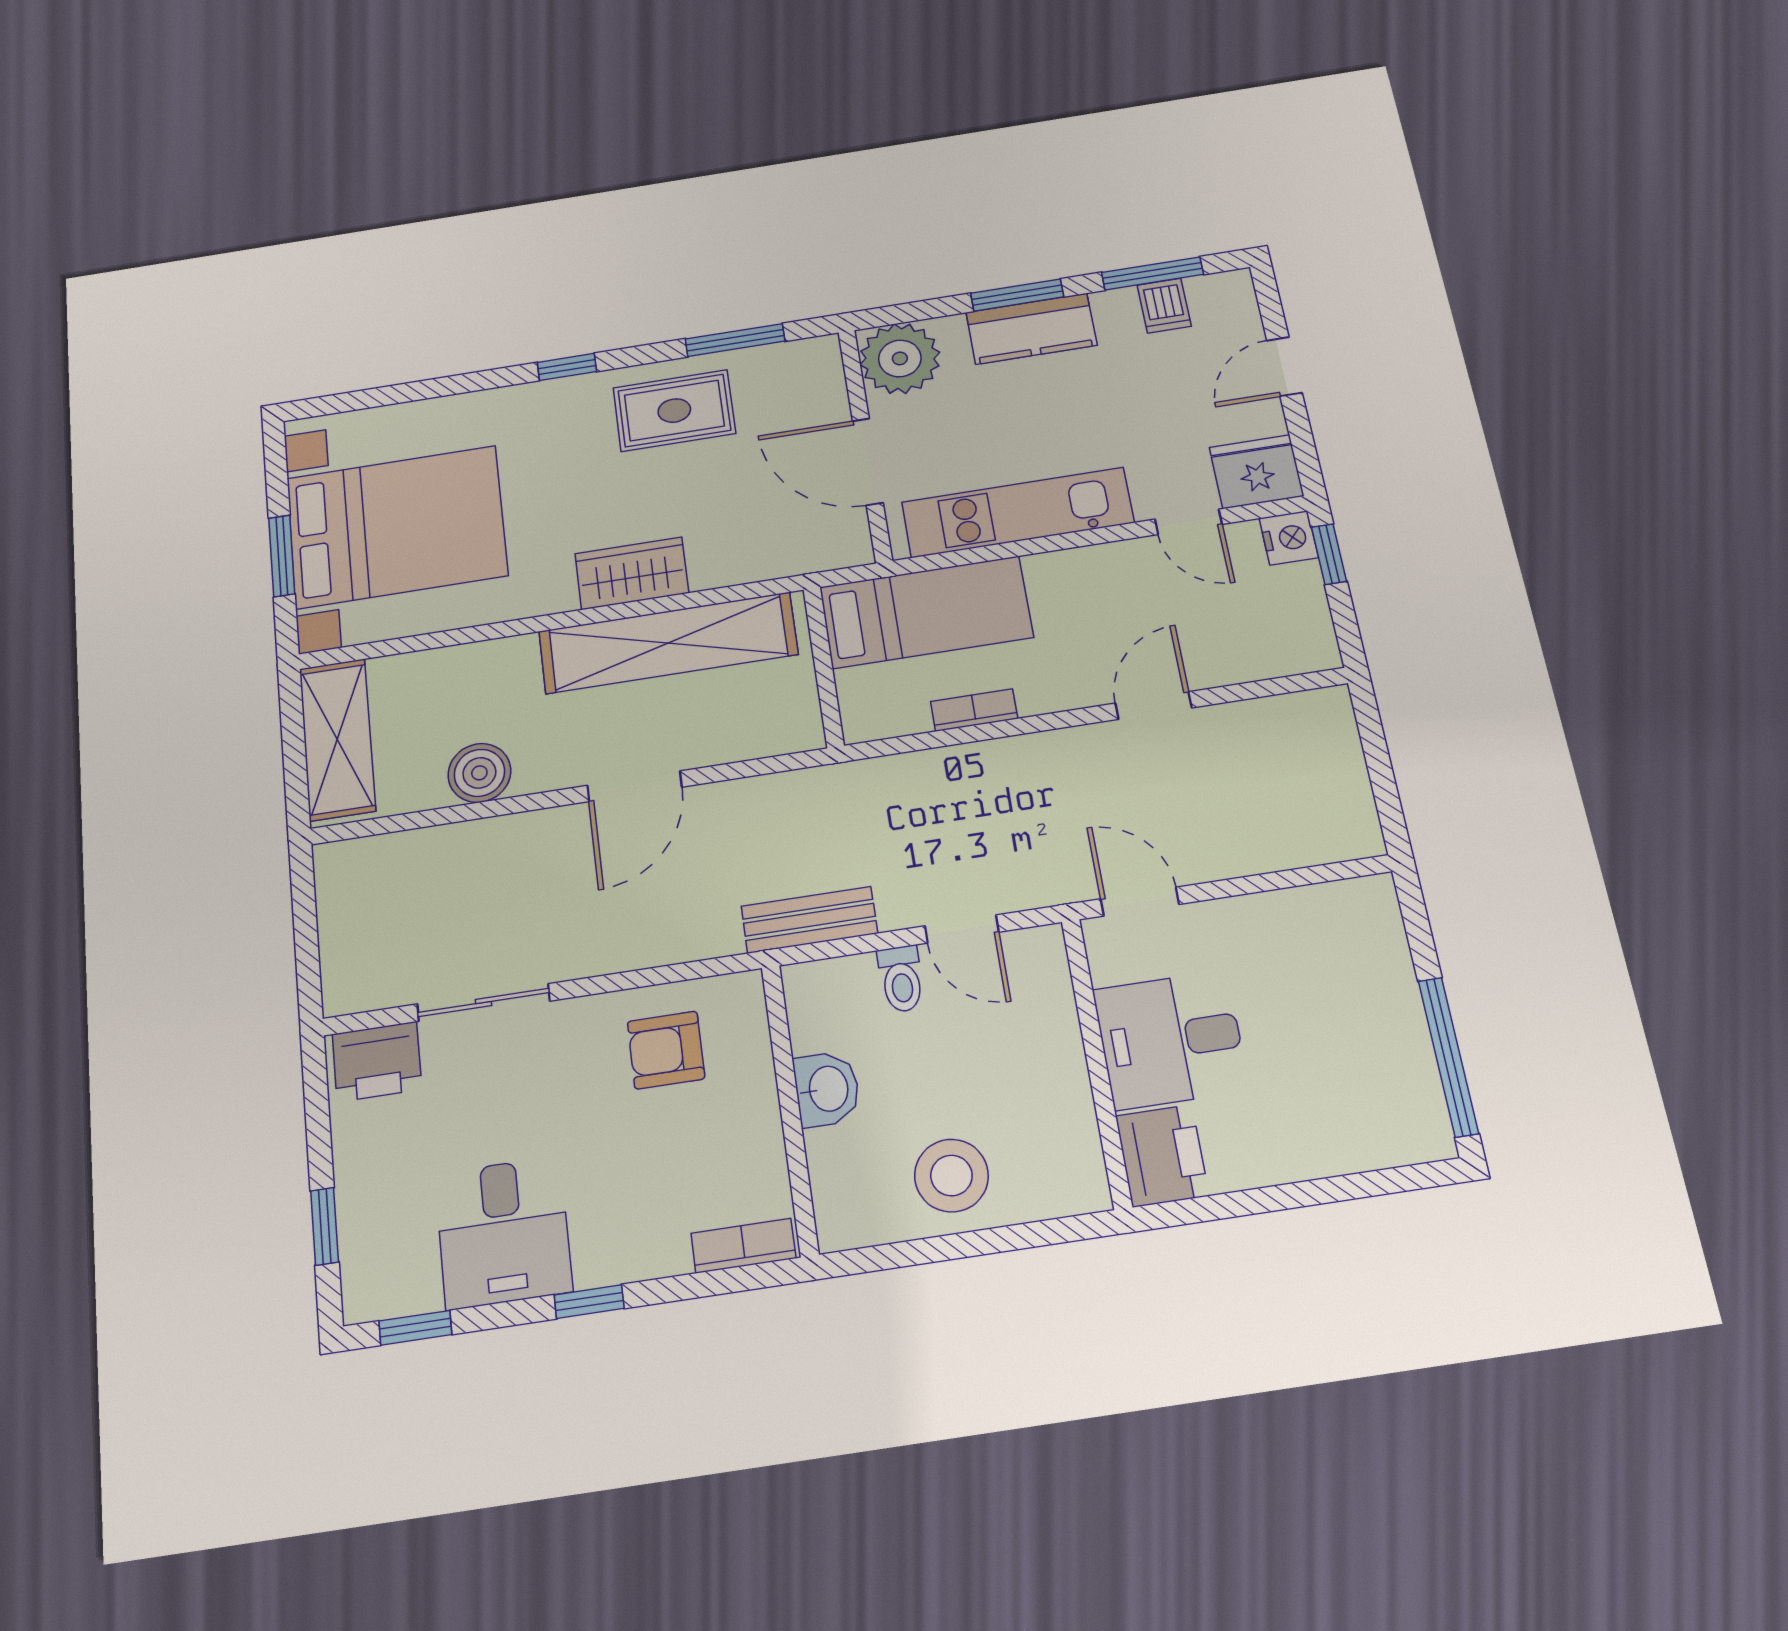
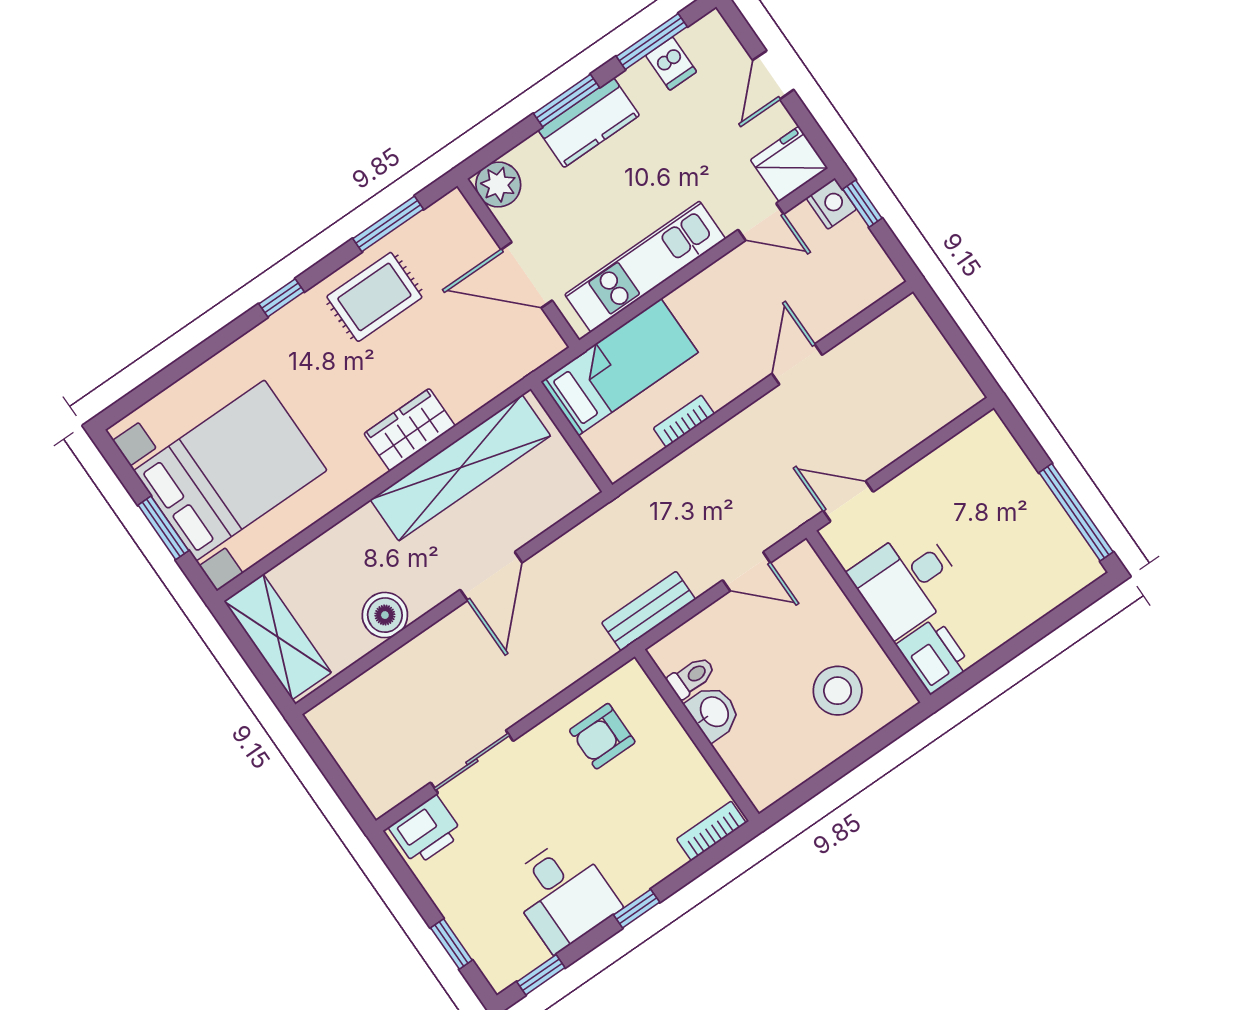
plant: (900, 358) -> (498, 184), width x0.73, depth x0.73
toilet: (901, 979) -> (691, 677), moved, turned -90
stool: (951, 1175) -> (838, 691), moved

